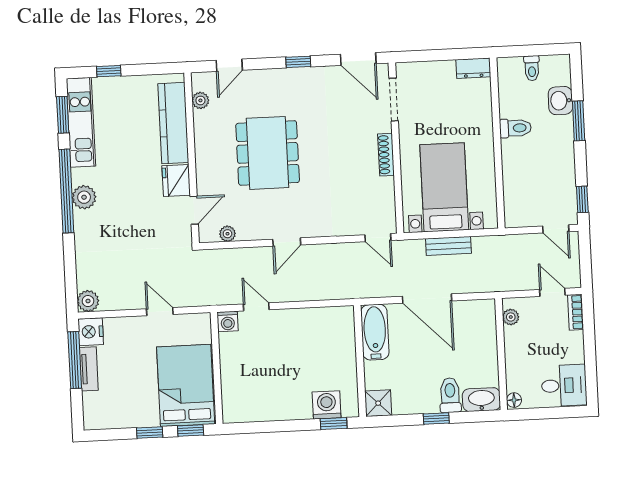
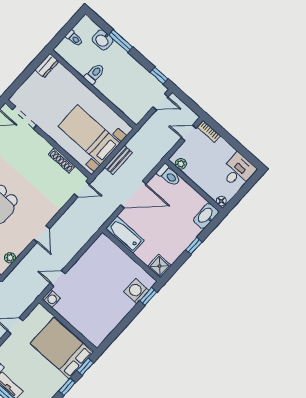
shoe rack: (386, 155) -> (62, 160), moved
toilet: (450, 395) -> (169, 175), moved, turned 180

